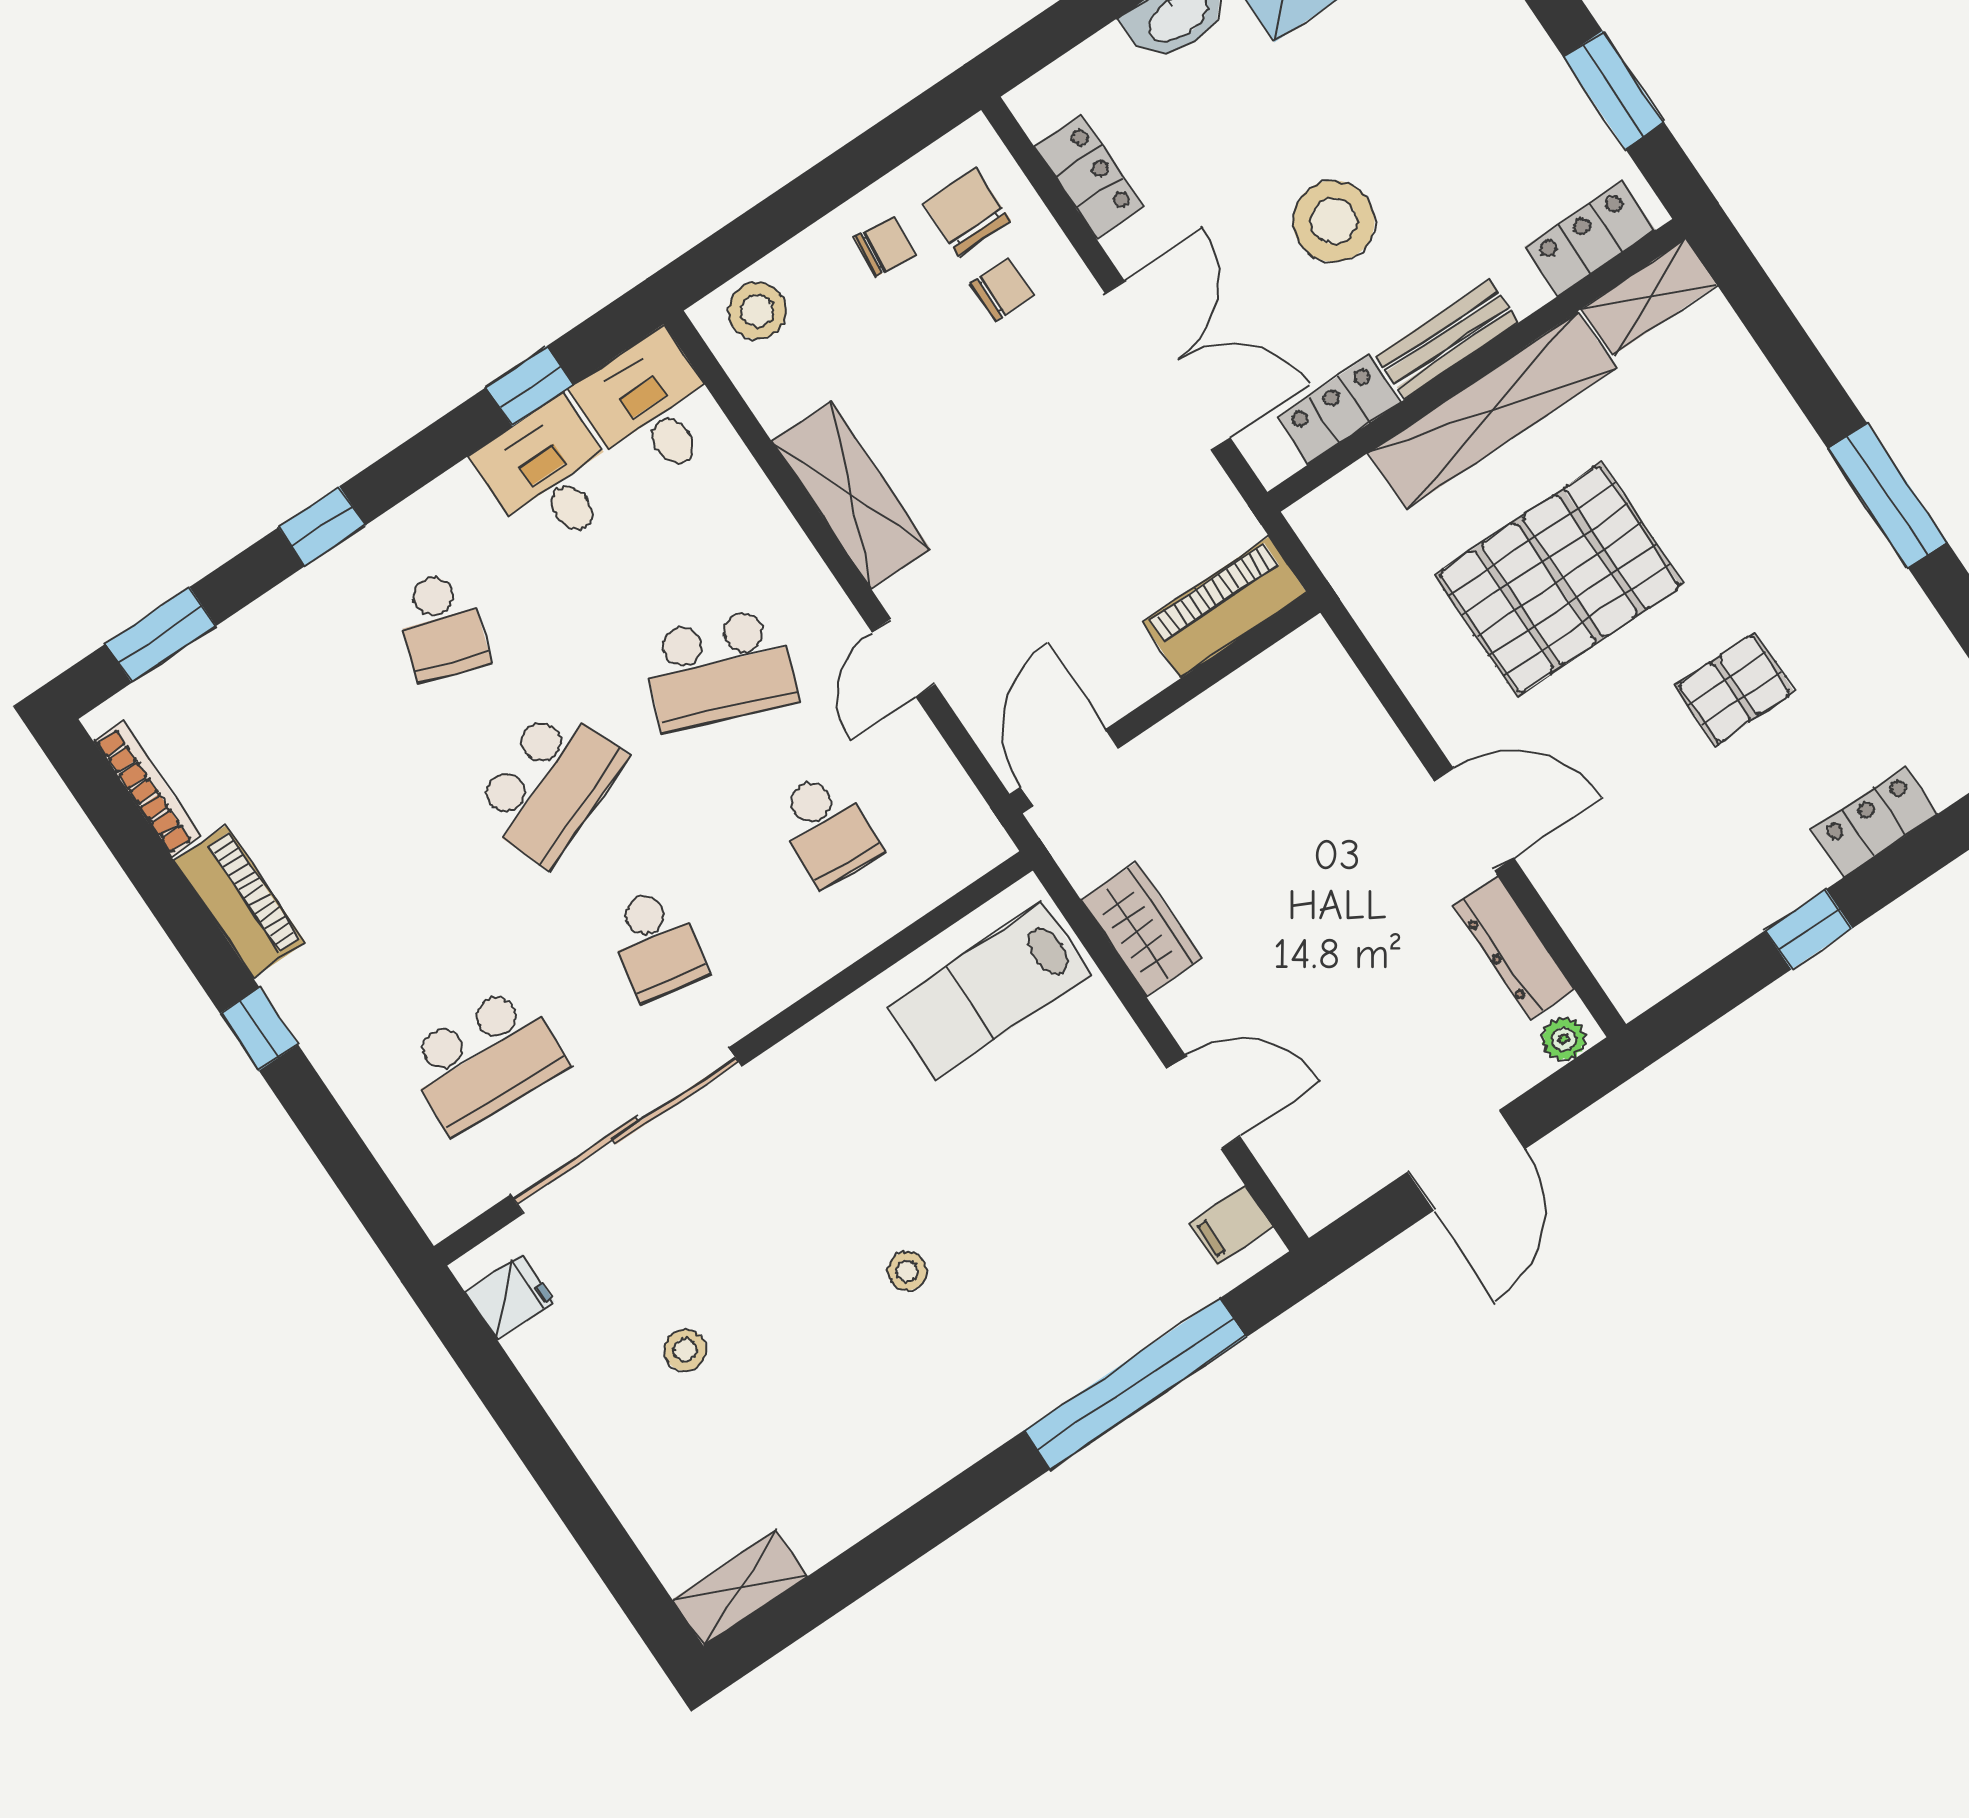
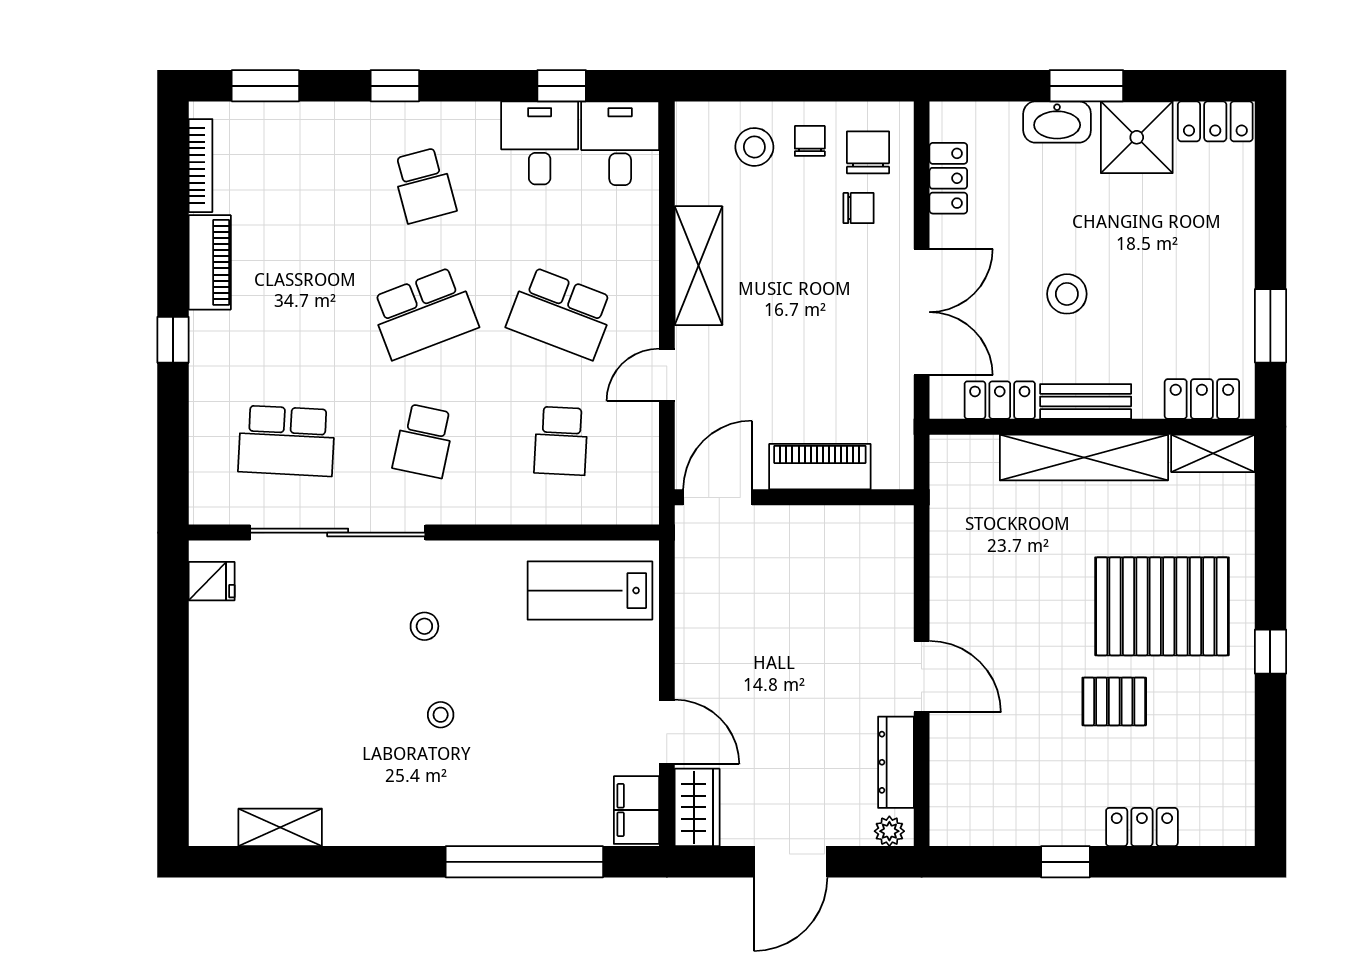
stool: (1334, 221) -> (1067, 294), width x0.73, depth x0.73
chair: (885, 247) -> (810, 141), turned -96
stool: (757, 311) -> (754, 147), moved
window: (1887, 495) -> (1270, 652), width x0.46
pallet: (1559, 580) -> (1162, 606), moved
piano: (1225, 607) -> (820, 467), moved
school desk: (442, 626) -> (424, 185), turned -33
wardrobe: (1141, 929) -> (697, 807), moved
filing cabinet: (1231, 1225) -> (636, 810), width x2.00
stool: (685, 1350) -> (424, 626), moved
shelving: (740, 1588) -> (280, 827), moved

